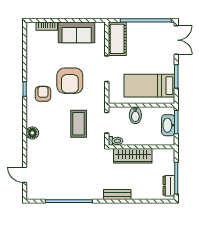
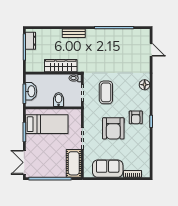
armchair: (70, 81) -> (113, 128), turned 180

